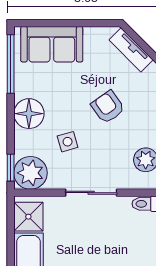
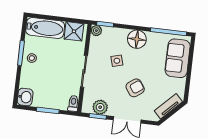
plant: (30, 173) -> (96, 31), width x0.53, depth x0.53

